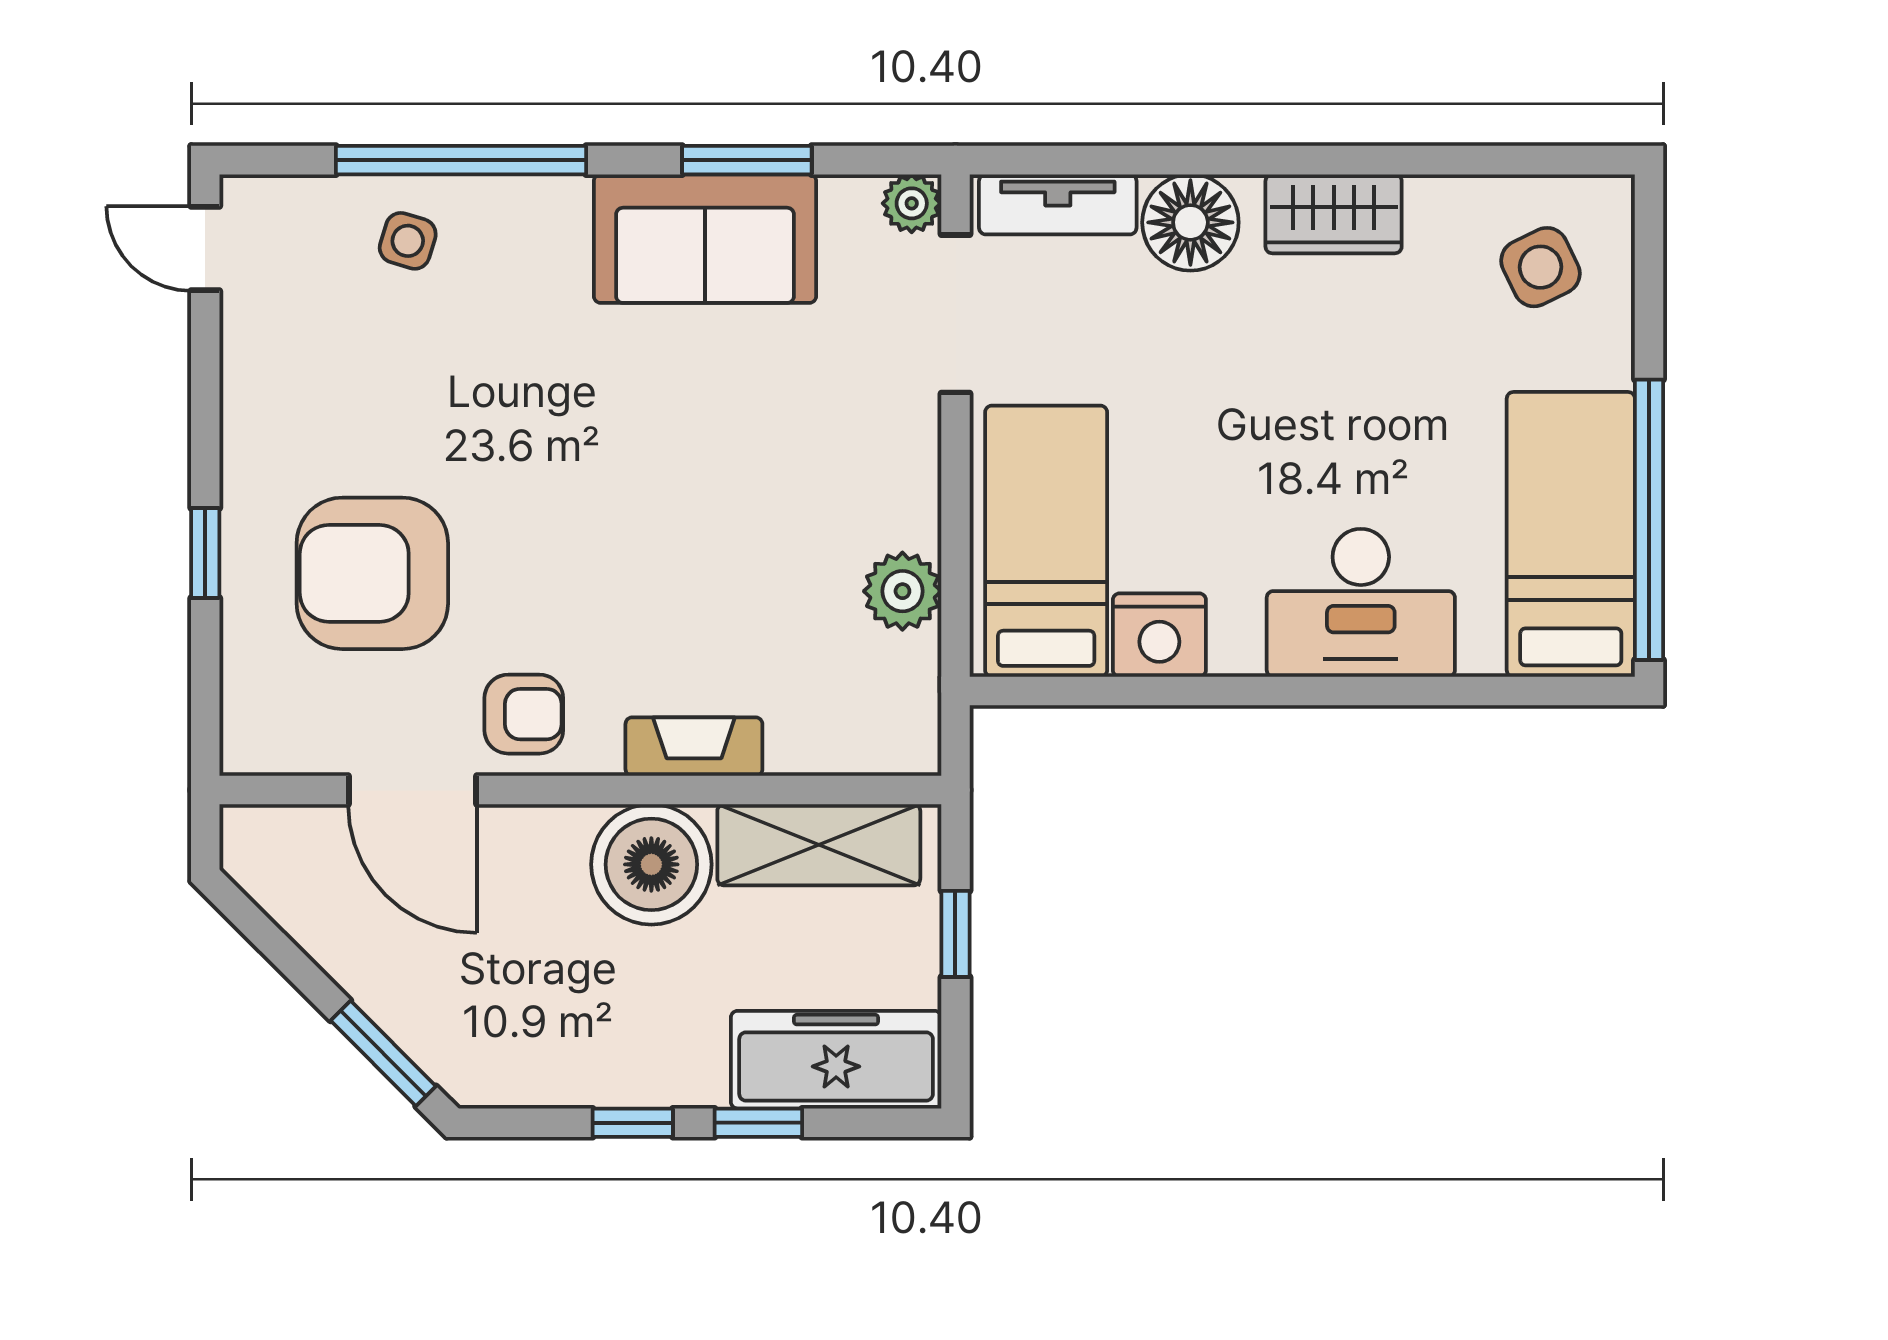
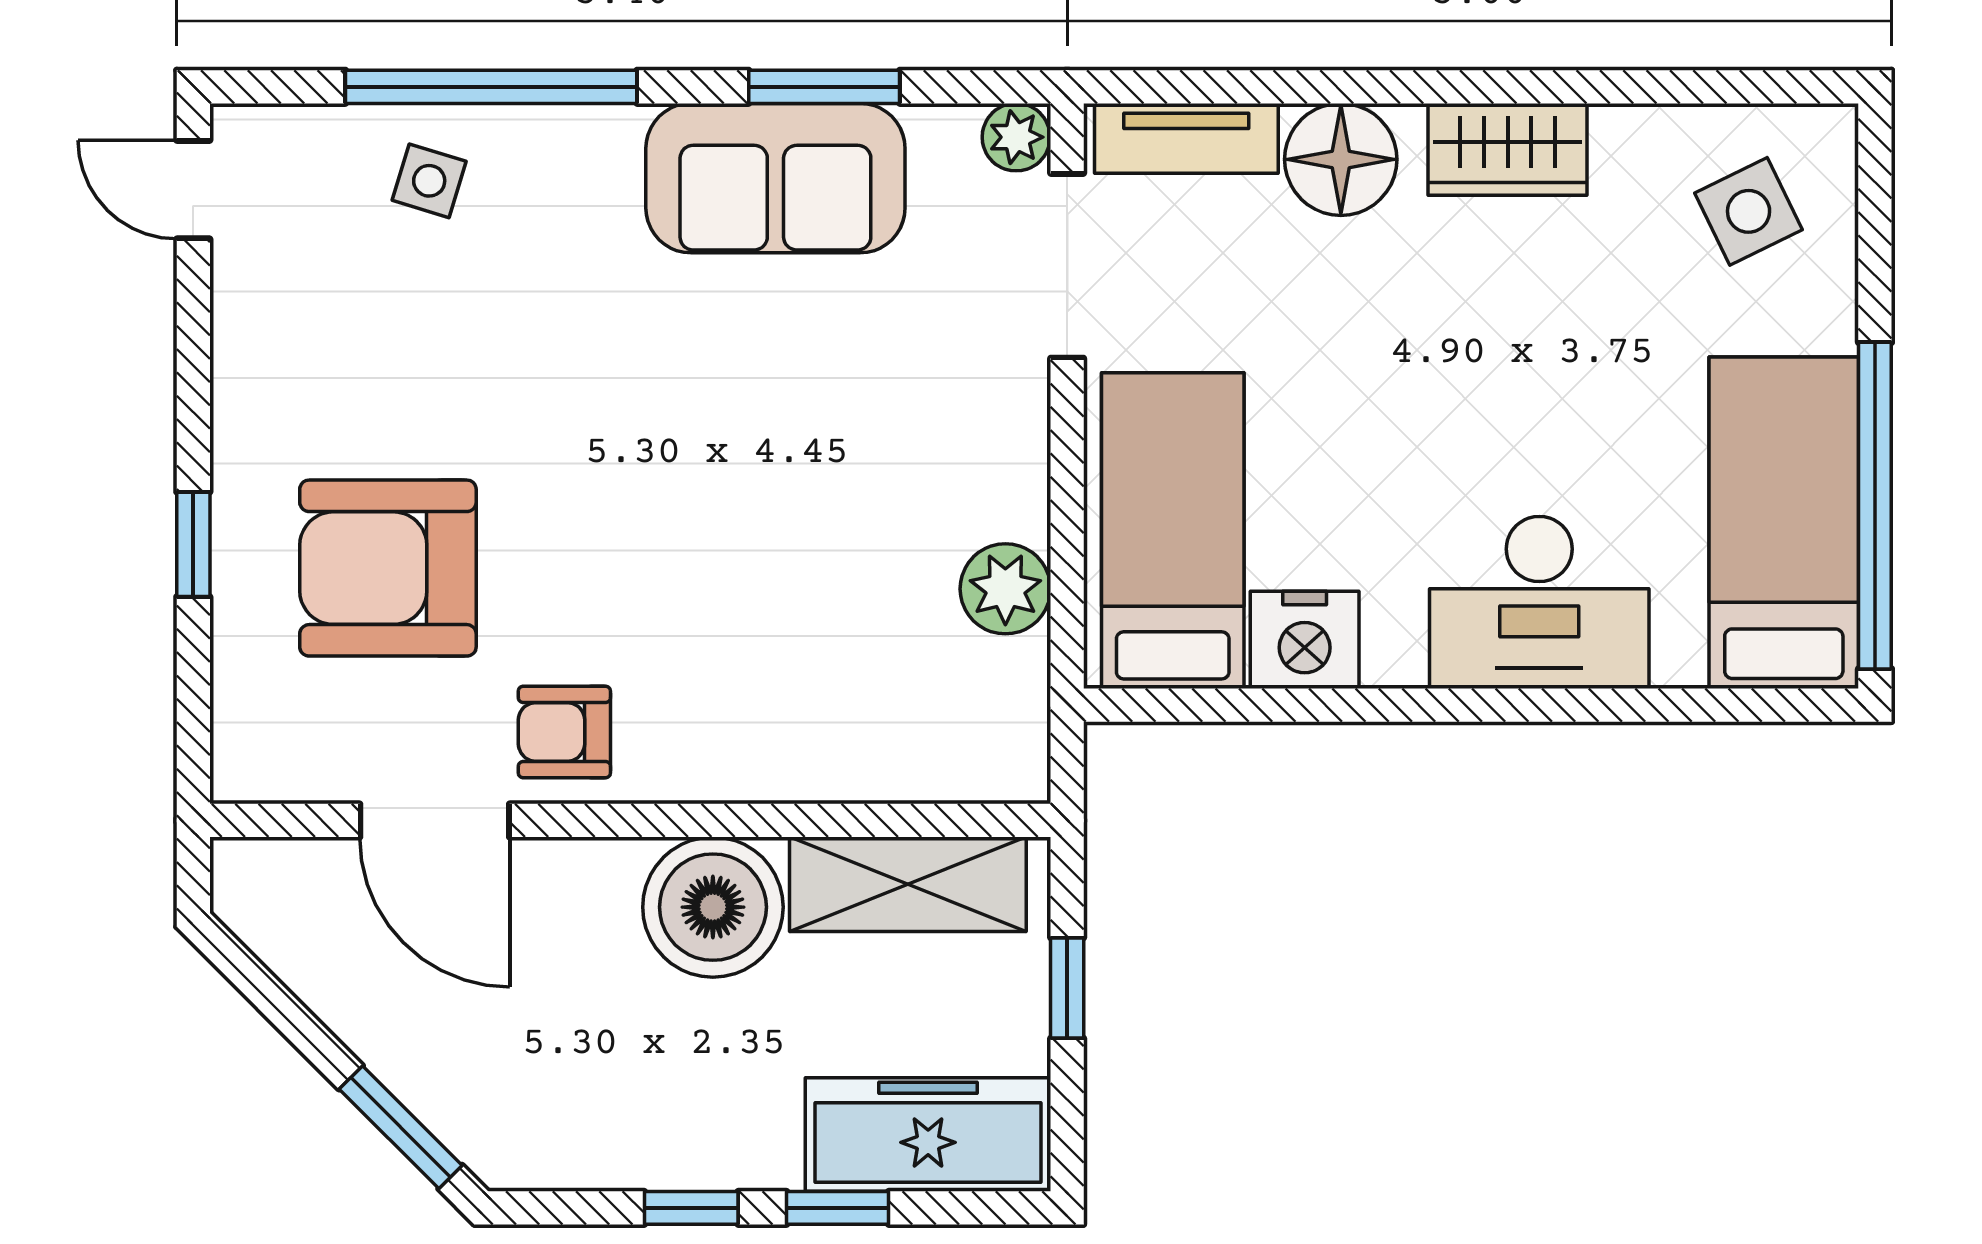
armchair: (524, 714) -> (564, 732), turned 180
fireplace: (694, 747) -> (762, 770), removed

